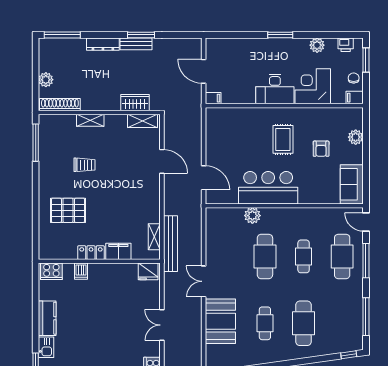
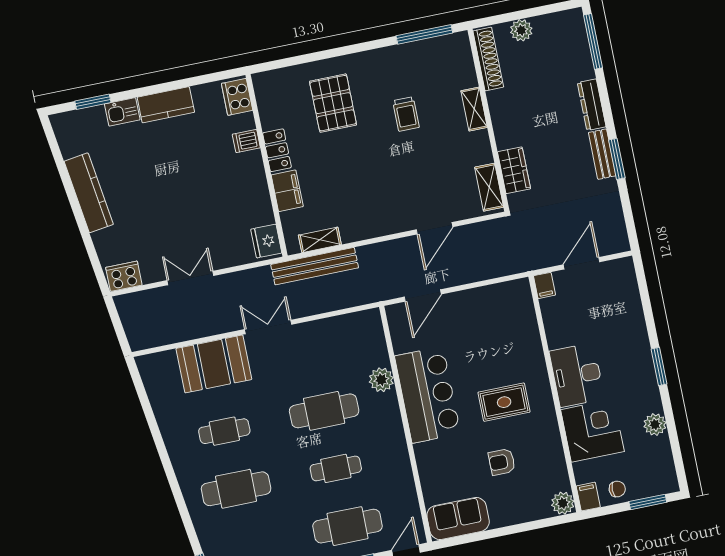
printer: (346, 45) -> (664, 467), removed
plant: (356, 137) -> (563, 503), moved

